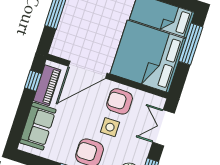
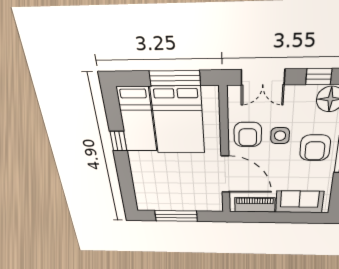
window: (191, 44) -> (175, 78), moved
bed: (148, 56) -> (178, 121), width x0.73
window: (33, 81) -> (255, 217), removed

